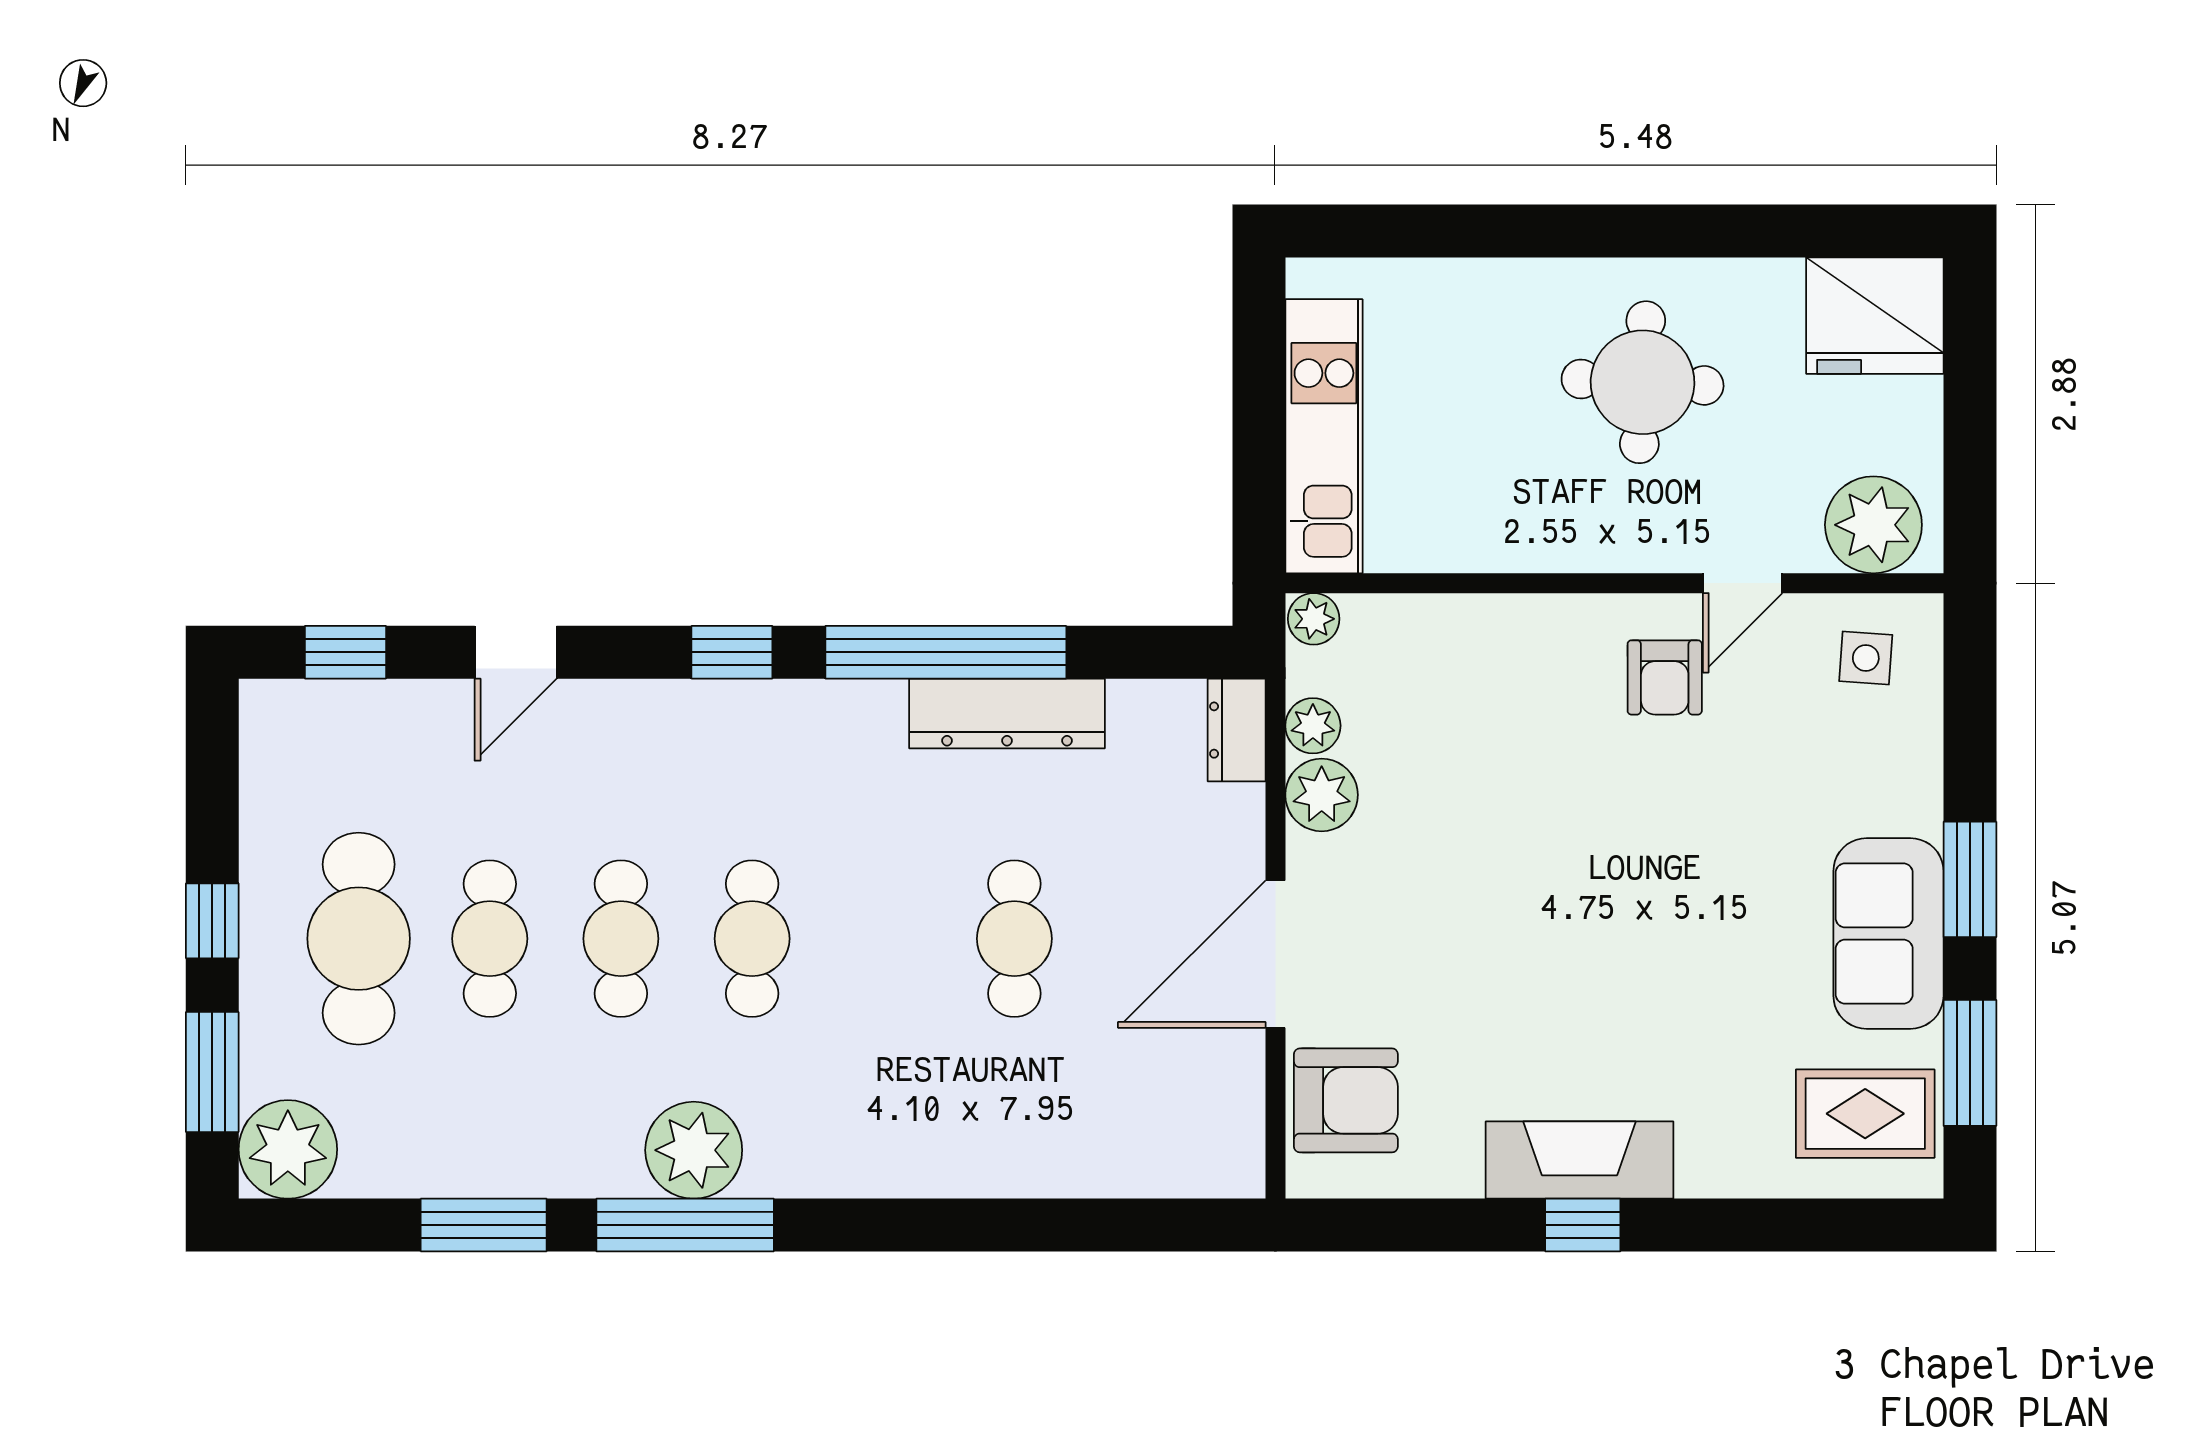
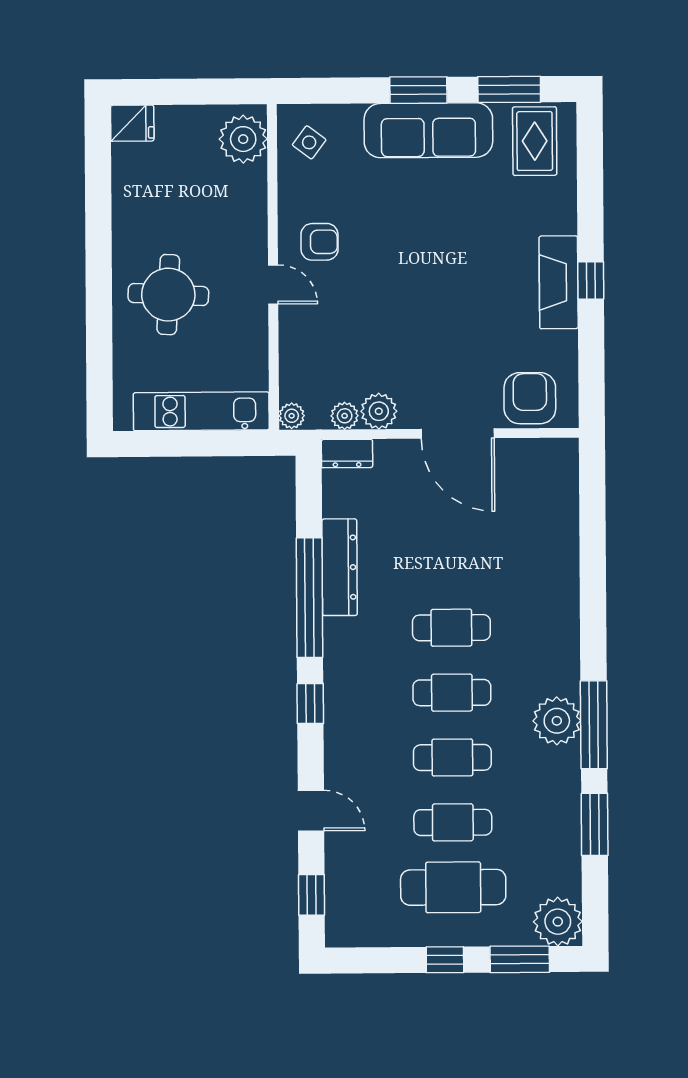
fridge: (1875, 316) -> (132, 123), width x0.53, depth x0.75
round table: (1643, 382) -> (168, 295), moved
door: (1743, 583) -> (273, 285), moved
side table: (1866, 658) -> (309, 142), turned 33
sofa: (1888, 933) -> (428, 130), width x1.36
cafe table: (1014, 939) -> (451, 628), moved

